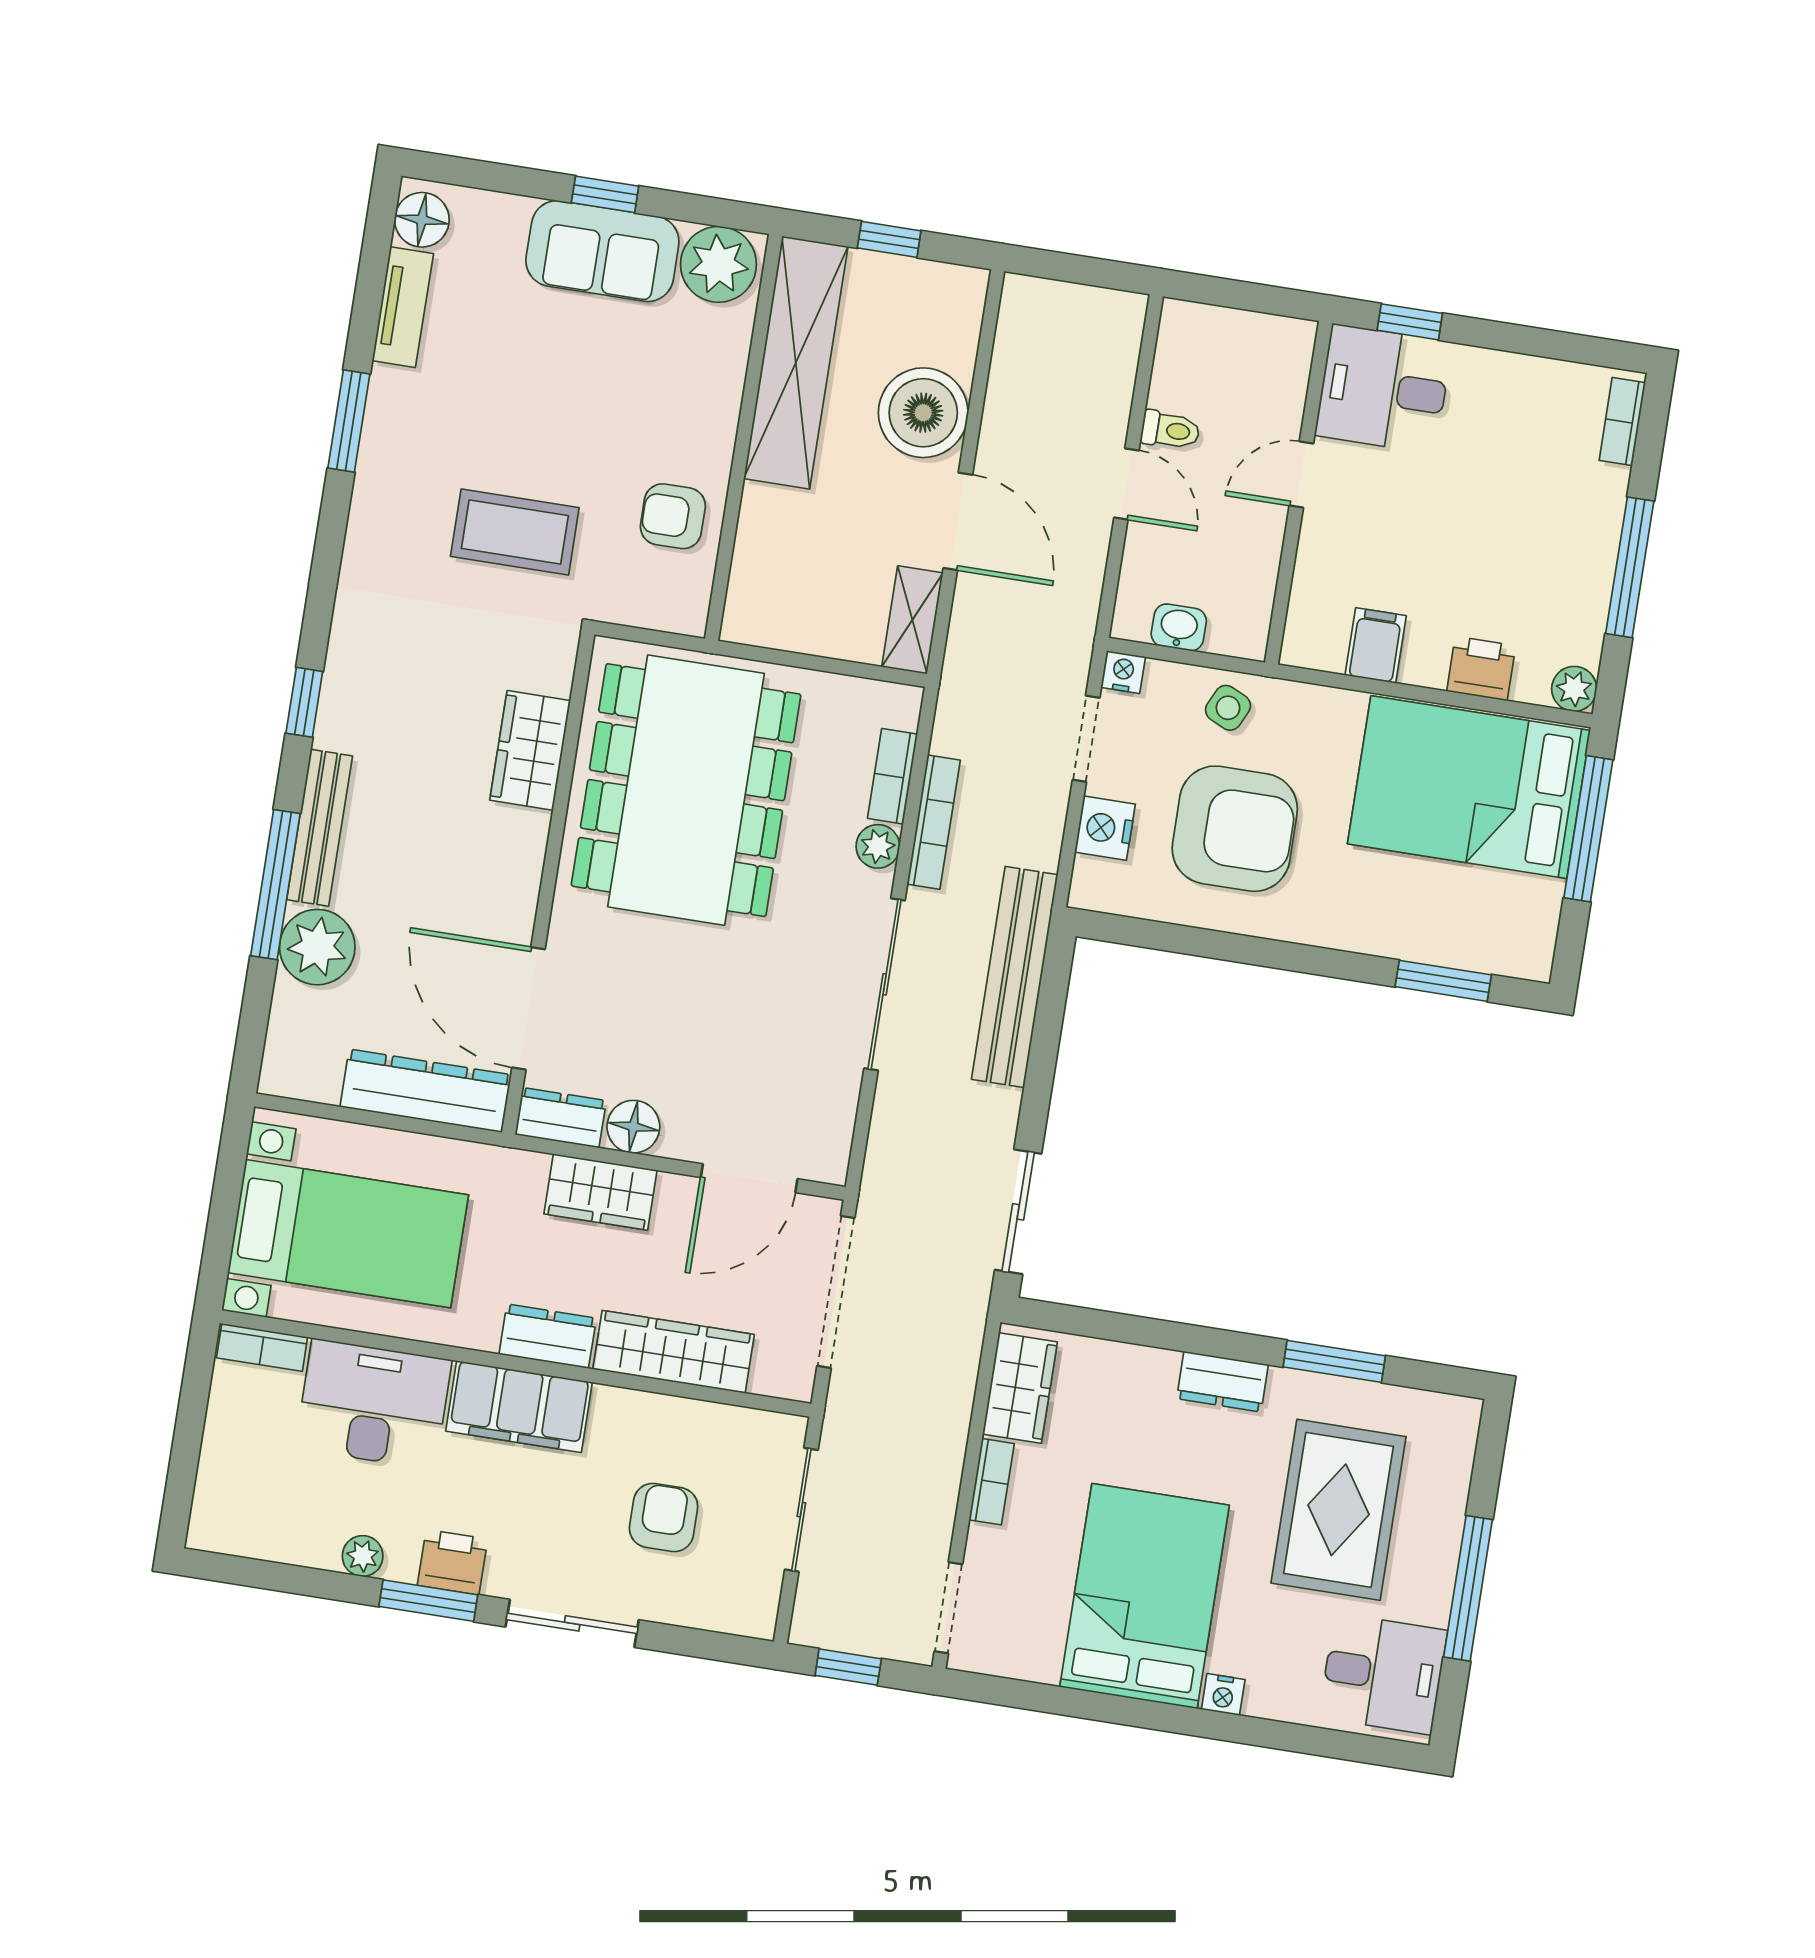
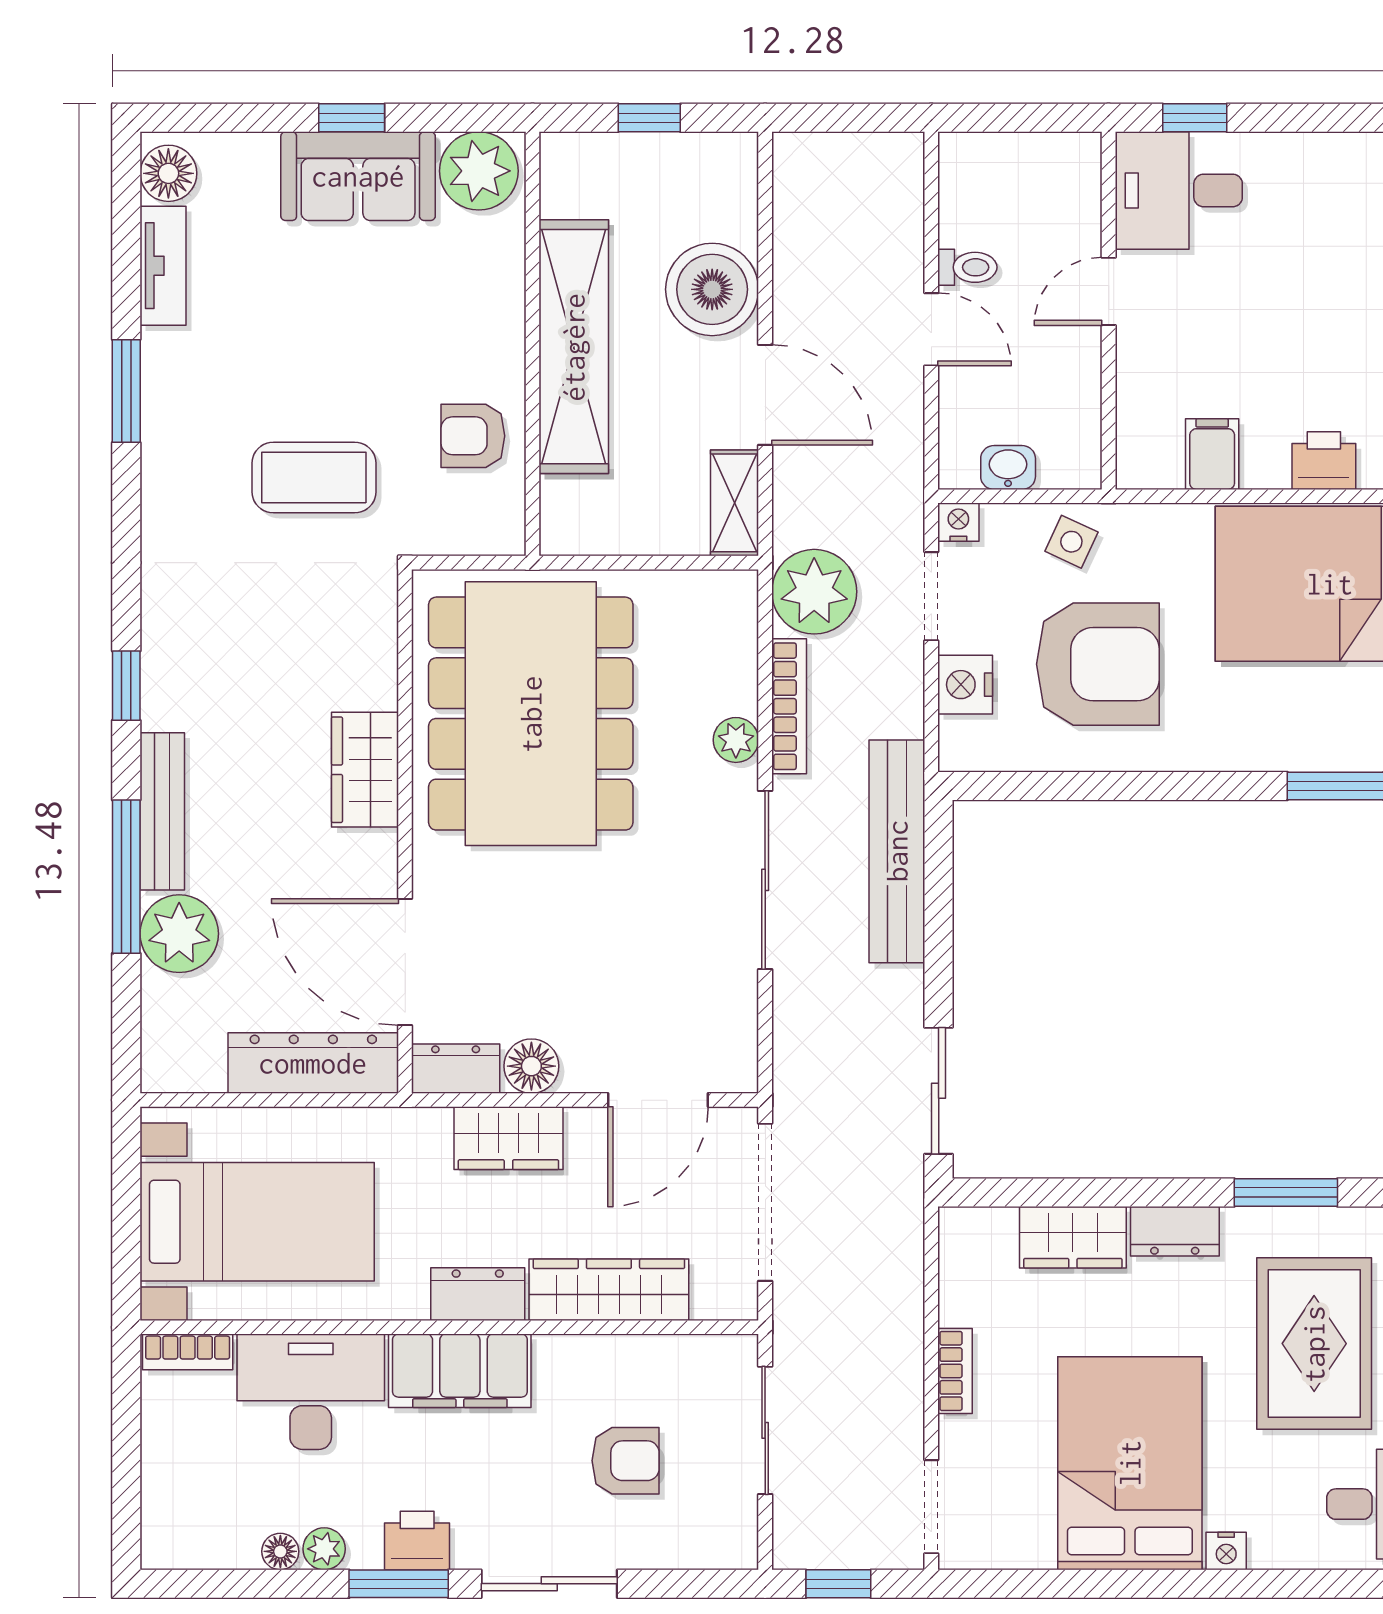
shelving: (796, 362) -> (574, 347), moved
plant: (975, 717) -> (814, 592), added
wardrobe: (530, 750) -> (365, 770), moved
bookcase: (893, 776) -> (740, 666), removed
wardrobe: (1020, 1388) -> (1073, 1237), moved, turned 90
armchair: (664, 1517) -> (626, 1461), turned 90
floor lamp: (320, 1552) -> (280, 1551), added

